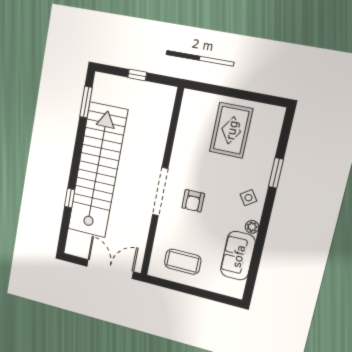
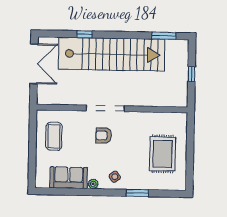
rug: (231, 130) -> (163, 154), turned 90
double door: (110, 269) -> (34, 64), moved

